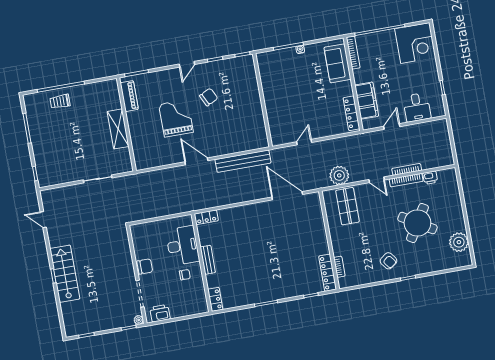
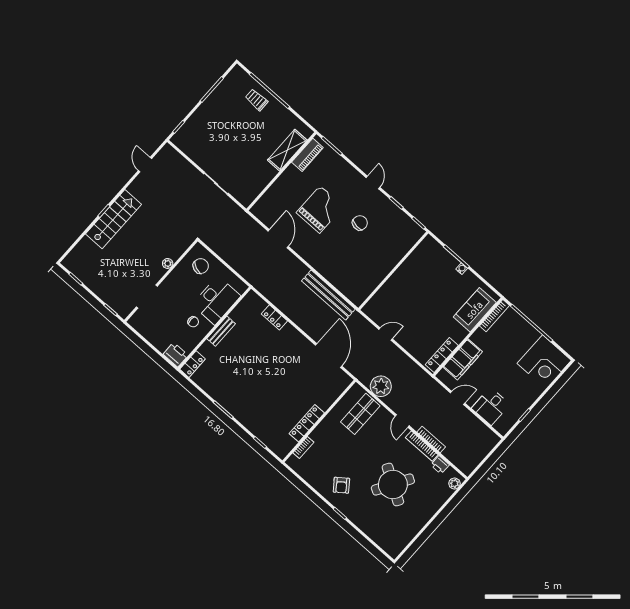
door: (187, 64) -> (373, 182), swing flipped
chair: (209, 97) -> (360, 223), turned -56
shelving: (118, 129) -> (287, 150), moved
door: (196, 161) -> (278, 239), moved
locker: (206, 217) -> (274, 317), moved
plant: (459, 242) -> (454, 483), moved, width x0.53, depth x0.53
chair: (145, 266) -> (201, 266), moved, turned -69
locker: (328, 273) -> (307, 423), moved
printer: (160, 313) -> (176, 355), moved
plant: (139, 320) -> (168, 263), moved

